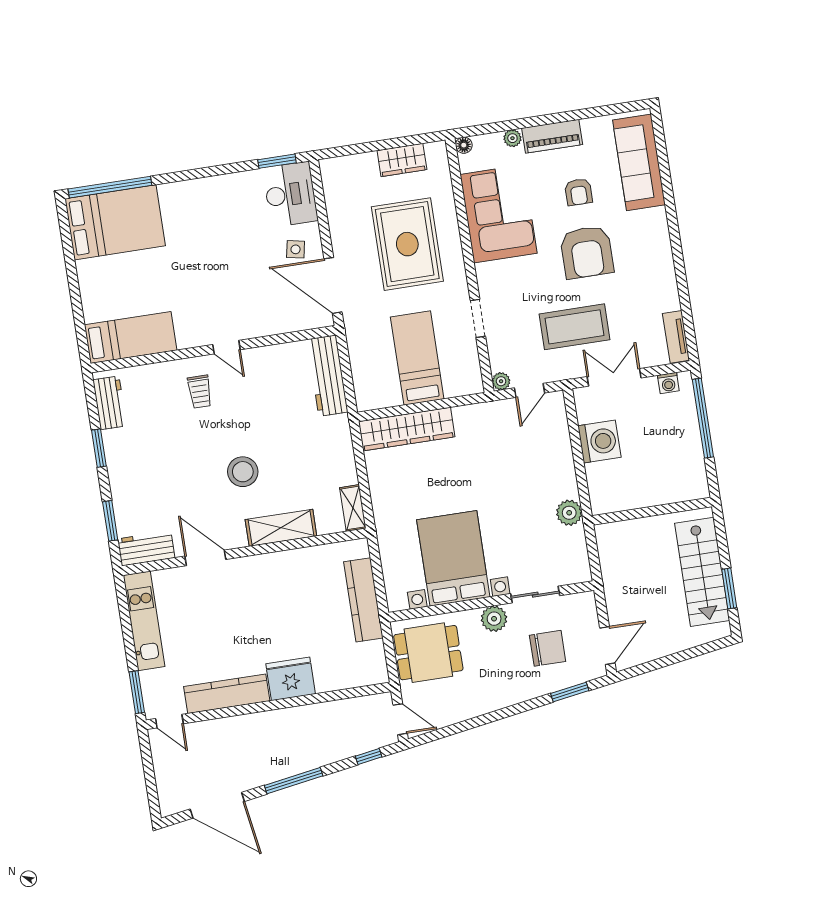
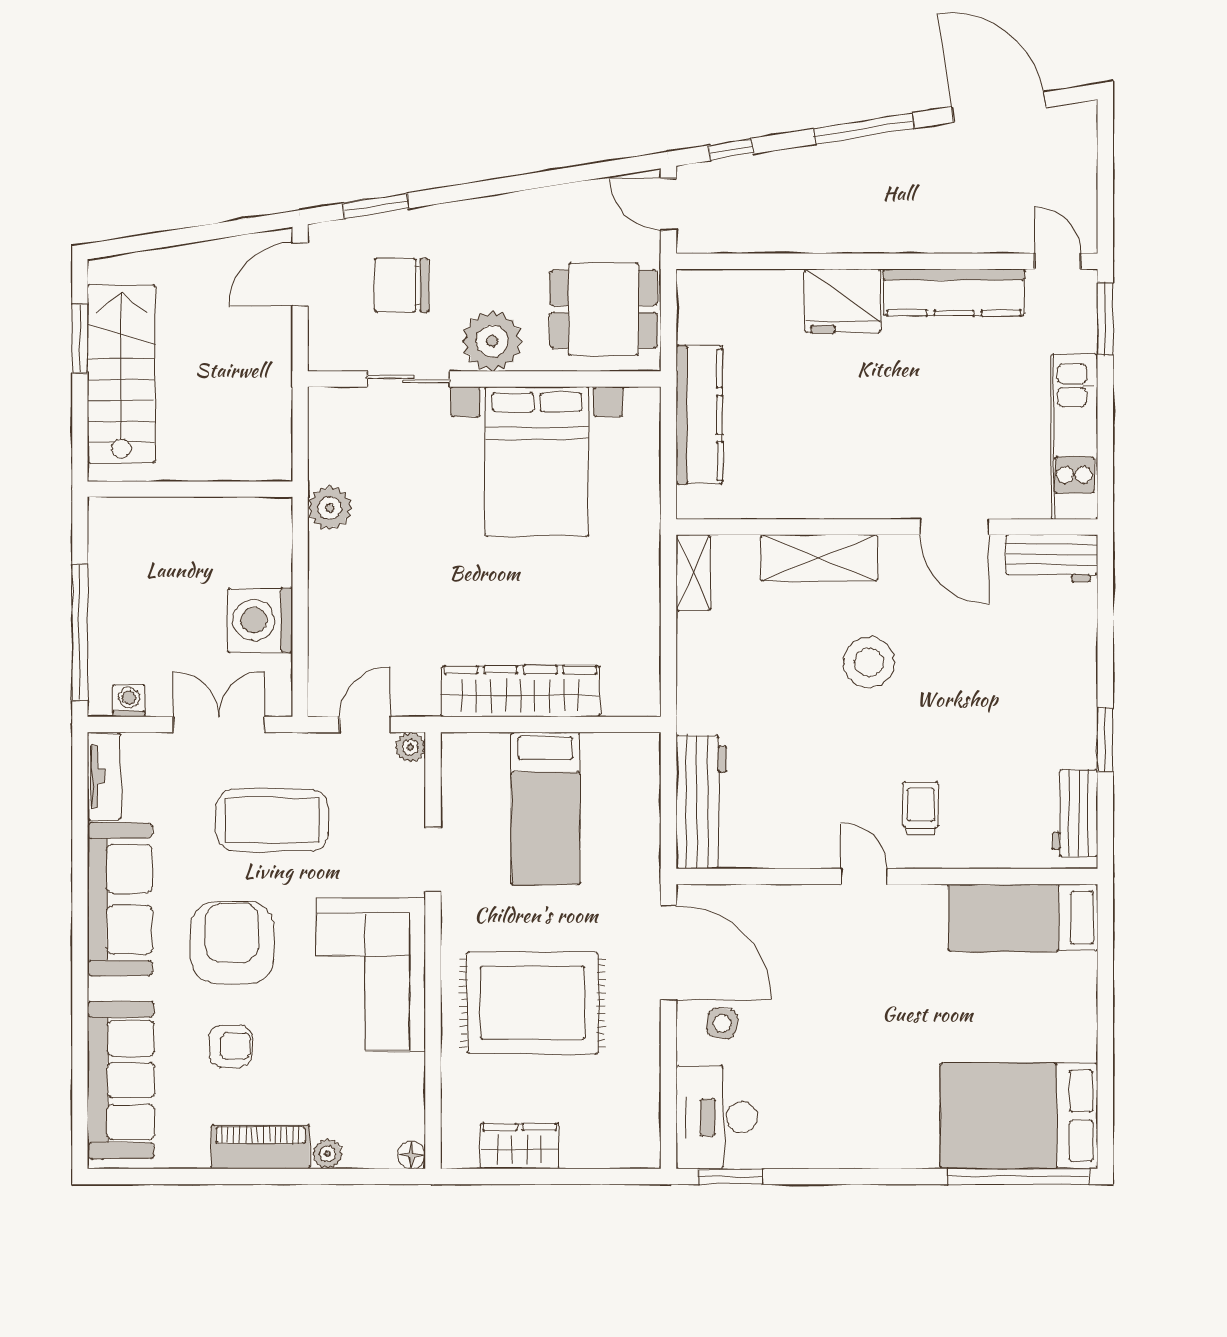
armchair: (579, 192) -> (230, 1046), turned 90
corner sofa: (499, 214) -> (371, 974), moved
rug: (407, 244) -> (532, 1003), turned 90
sofa: (656, 267) -> (120, 899), added
double door: (614, 377) -> (219, 725), swing flipped
wardrobe: (407, 429) -> (520, 691), moved
window: (110, 521) -> (1105, 614), removed
plant: (494, 619) -> (492, 341), width x1.36, depth x1.36

